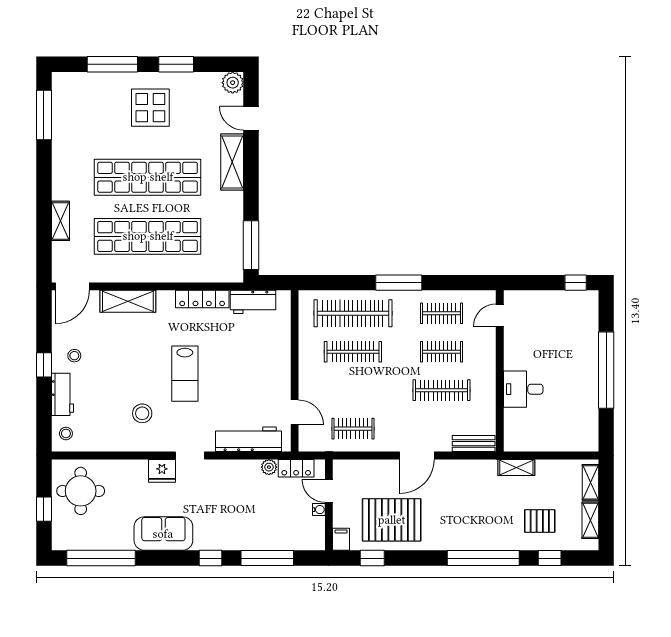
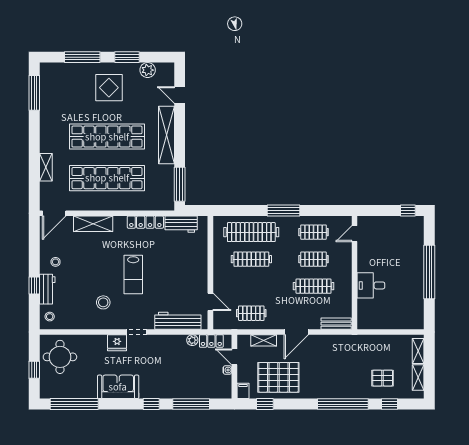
plant: (233, 83) -> (148, 70), moved
shelving: (232, 162) -> (166, 135), width x1.47
window: (44, 365) -> (34, 285), moved
shelving: (516, 467) -> (264, 340), moved

